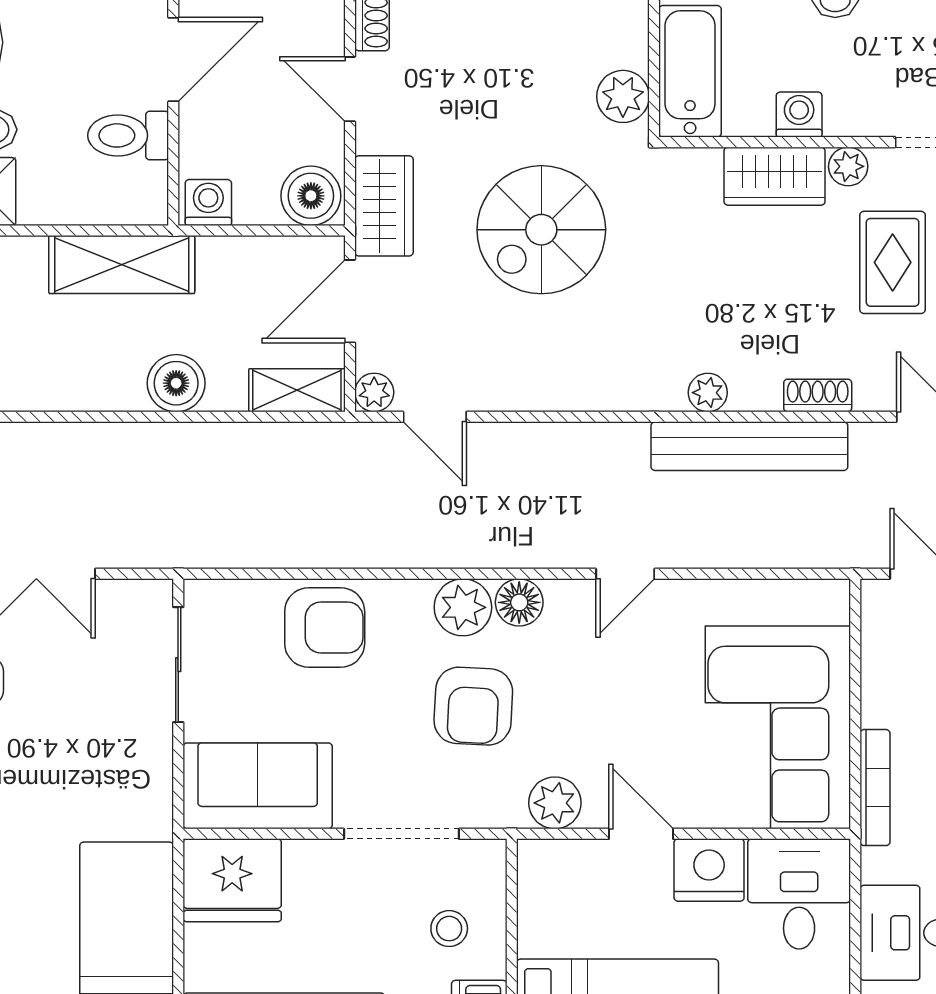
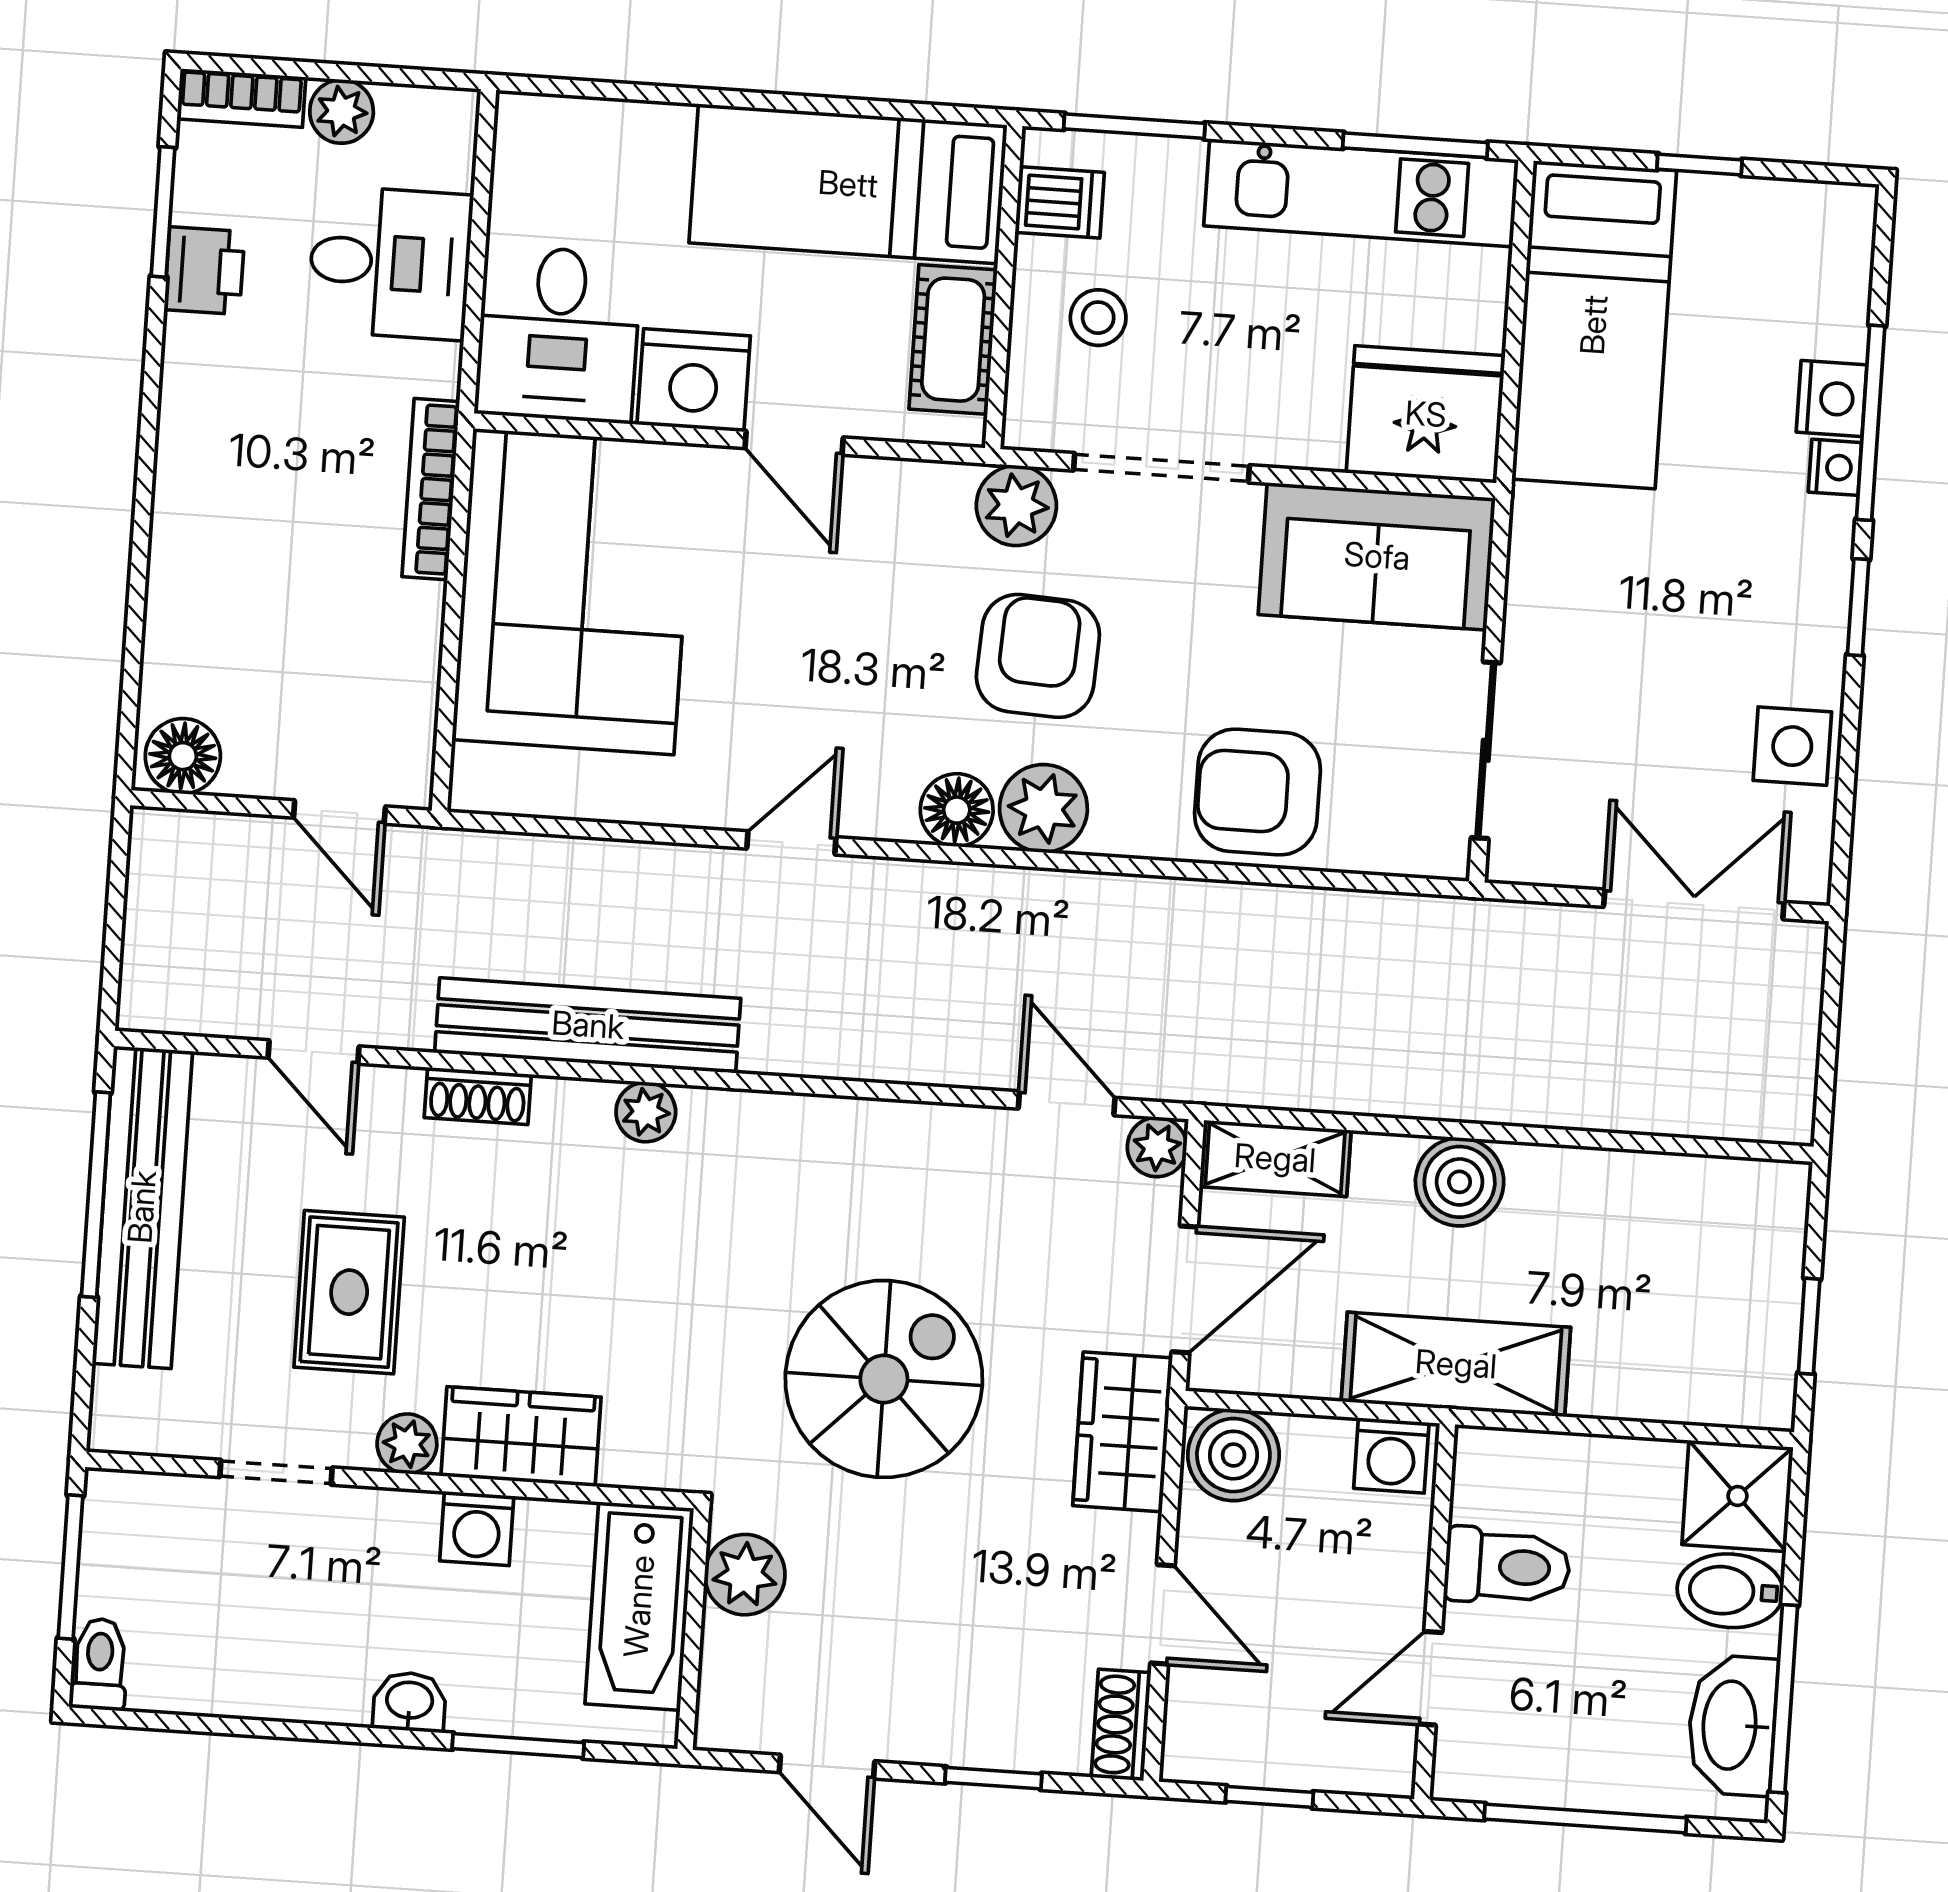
door: (173, 59) -> (1430, 1678), width x0.73
shelving: (122, 264) -> (1456, 1364), moved
plant: (555, 803) -> (1016, 506), moved
cot: (542, 908) -> (953, 340), added

